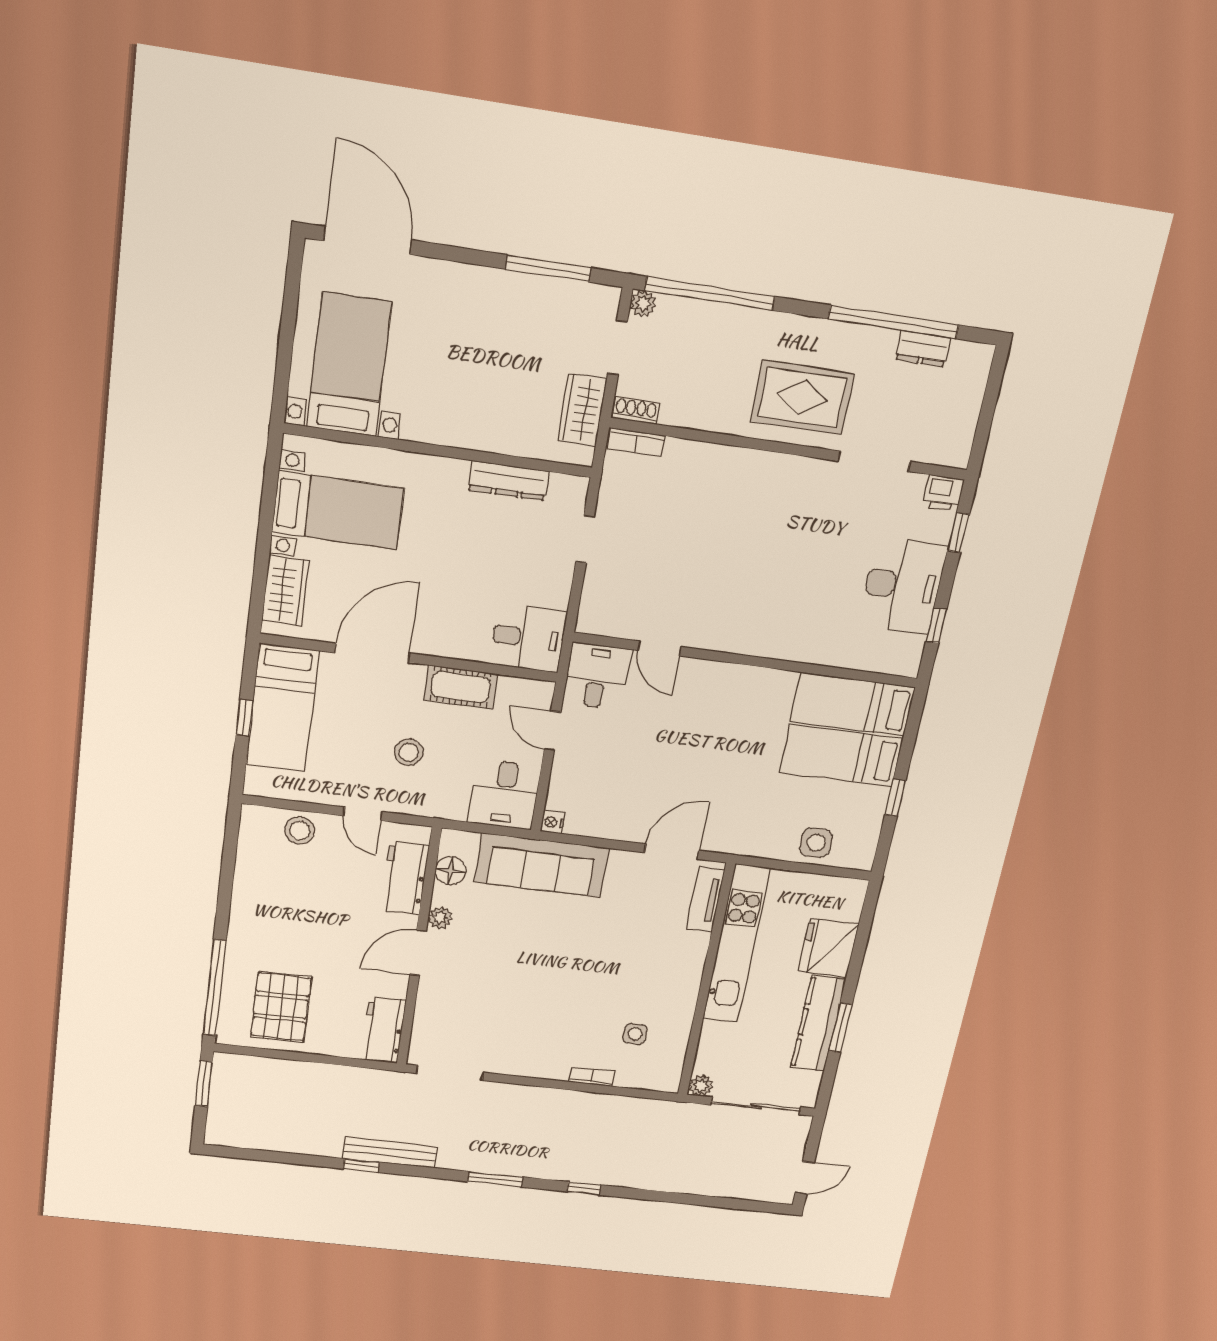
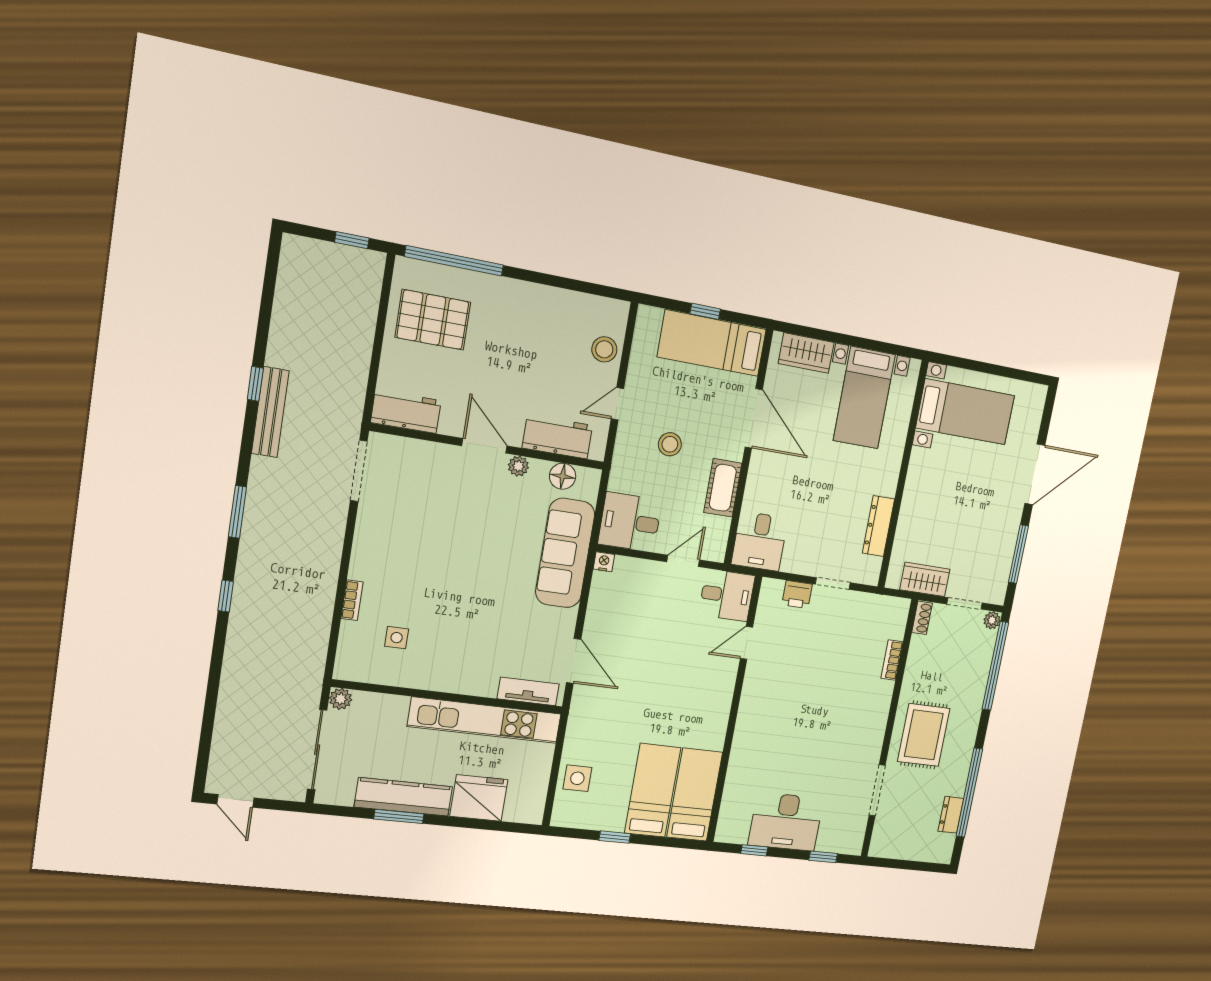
door: (368, 240) -> (1035, 474), moved
bookcase: (636, 442) -> (892, 660), moved
printer: (943, 493) -> (797, 595), moved, turned -90
window: (204, 1084) -> (352, 240), width x0.67

